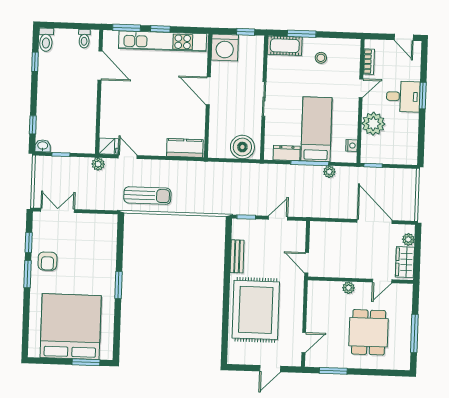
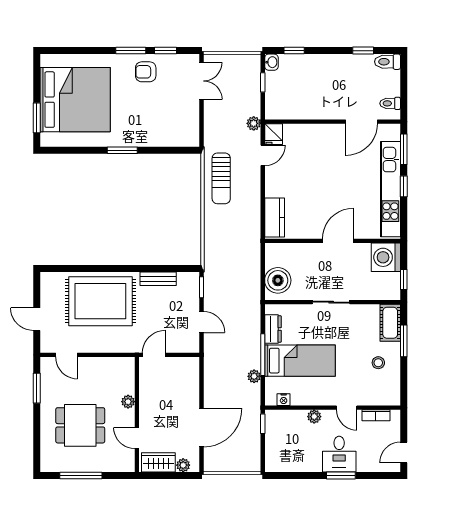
plant: (373, 124) -> (314, 417), width x0.53, depth x0.53

